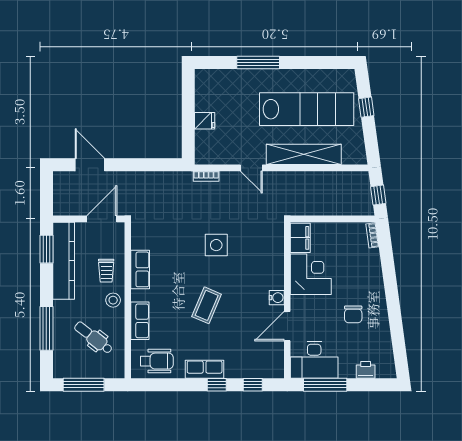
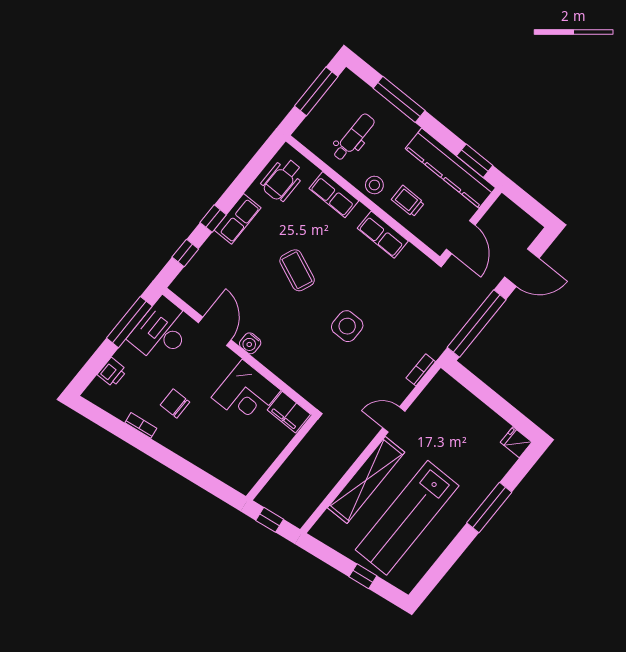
fridge: (205, 121) -> (516, 442), moved, turned 90
window: (148, 165) -> (477, 323), added
bookcase: (372, 235) -> (141, 425), moved
dental chair: (94, 338) -> (354, 137), turned -38

